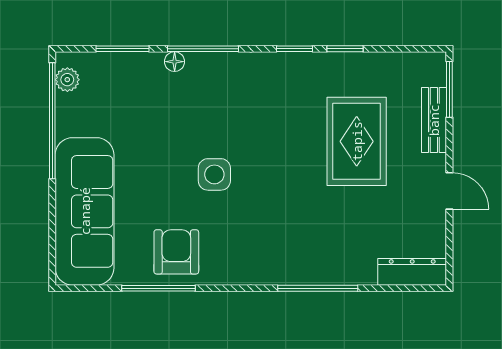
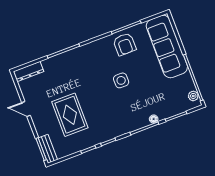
bench: (434, 120) -> (48, 149), moved

